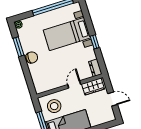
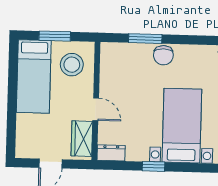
window: (19, 47) -> (145, 39), moved

